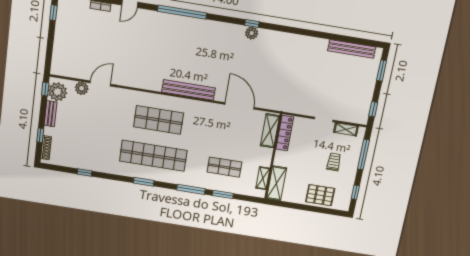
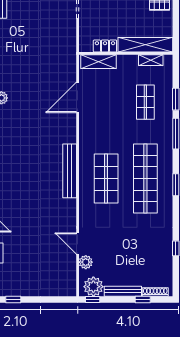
bench: (188, 90) -> (70, 171), moved
bench: (51, 114) -> (123, 291), width x1.36
locker: (285, 133) -> (105, 46), width x0.66
shelving: (276, 183) -> (145, 45), width x1.47

